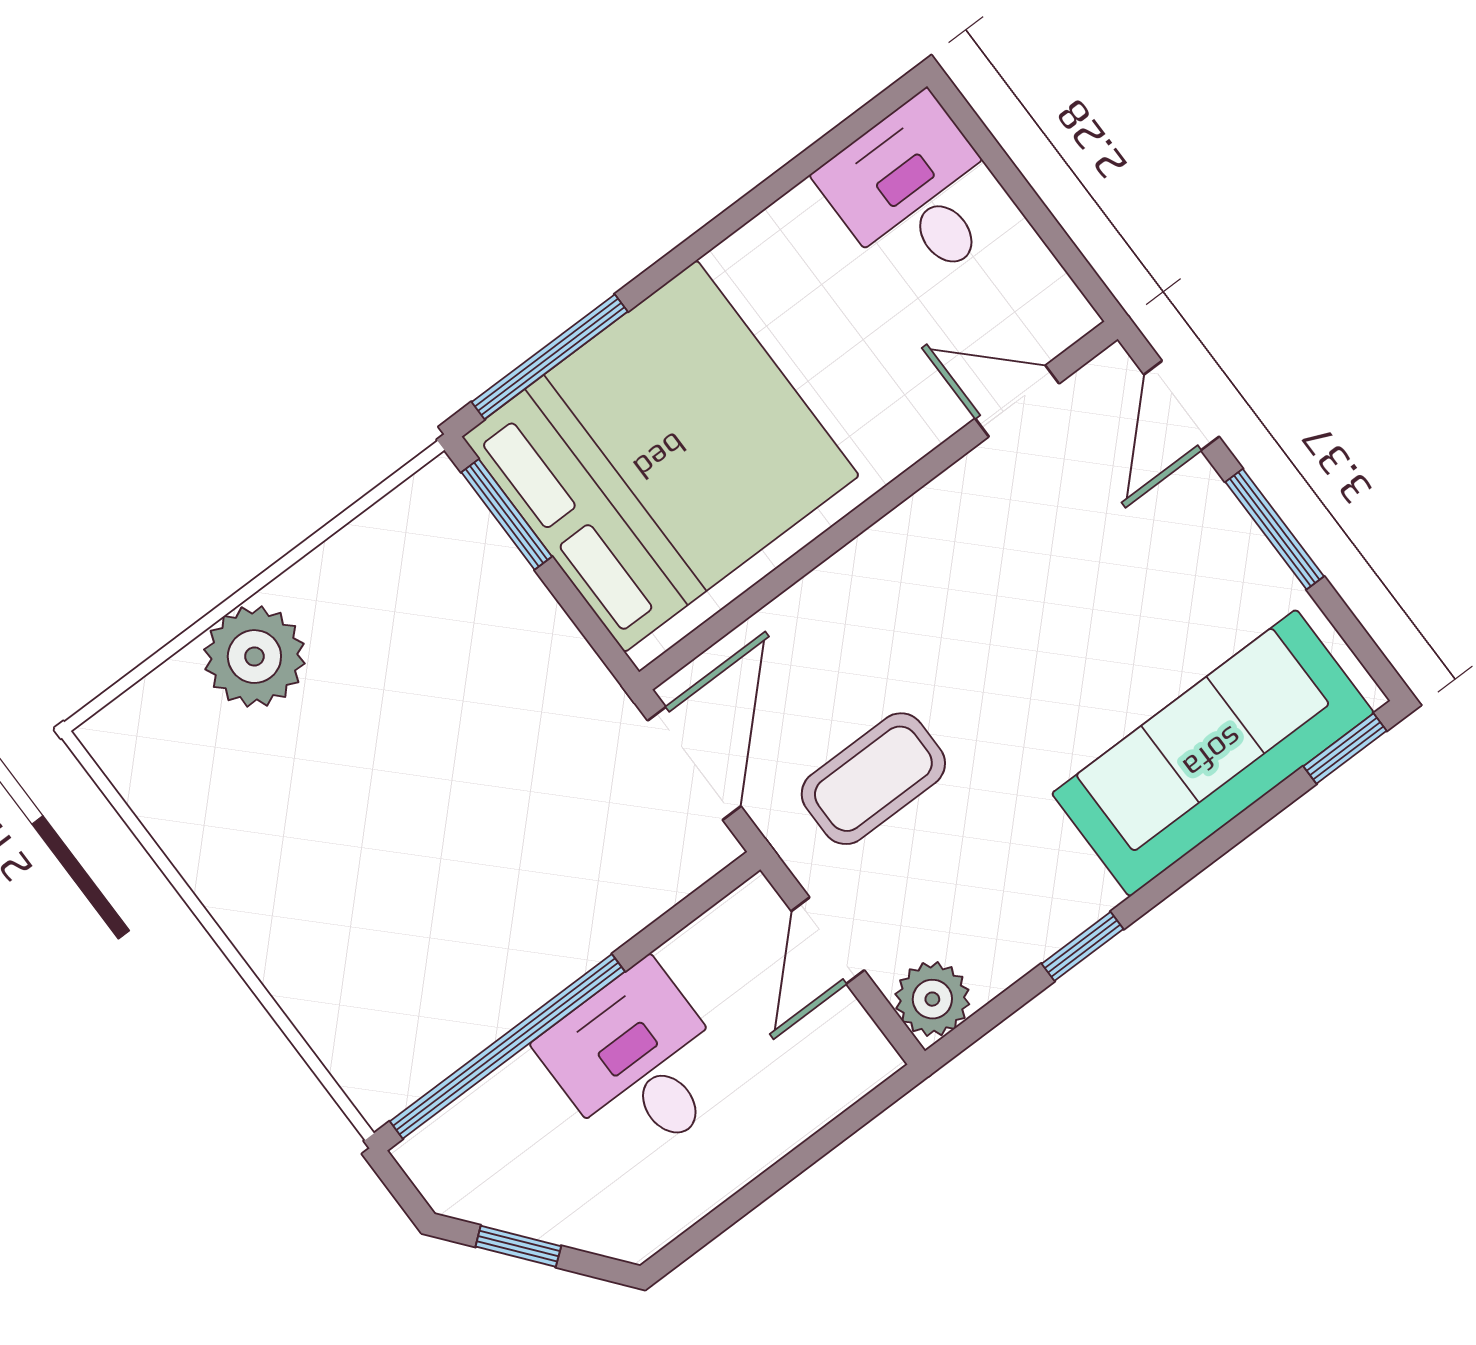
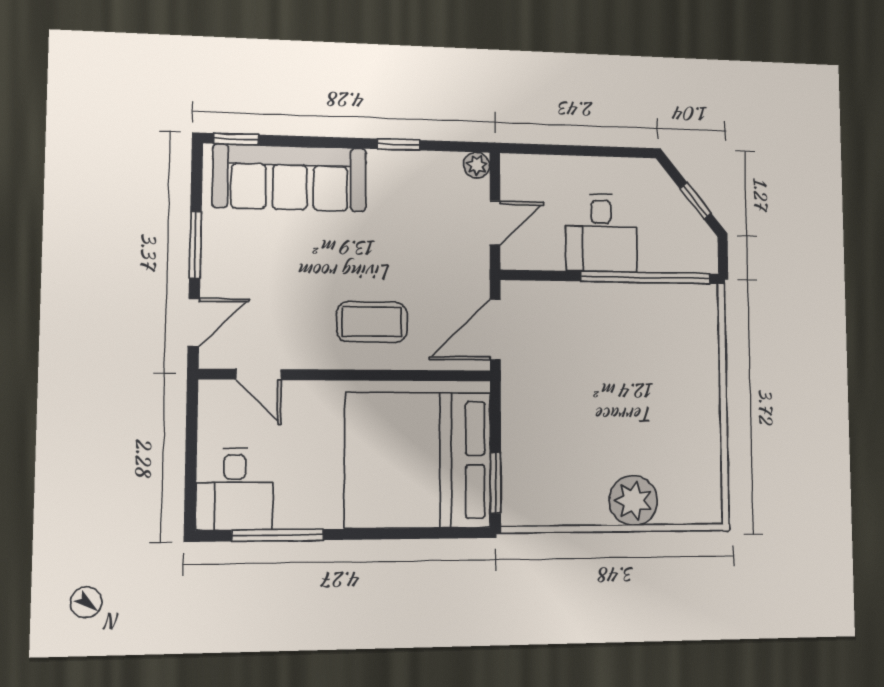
window: (550, 357) -> (278, 535), moved
coffee table: (873, 779) -> (372, 322), moved
plant: (932, 999) -> (477, 165), width x0.73, depth x0.73

